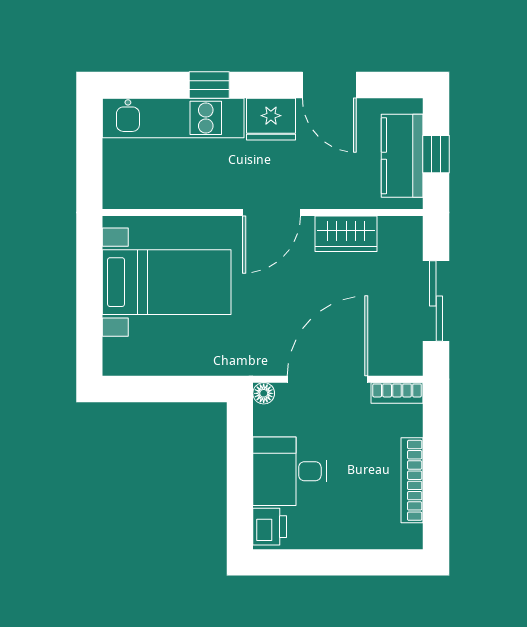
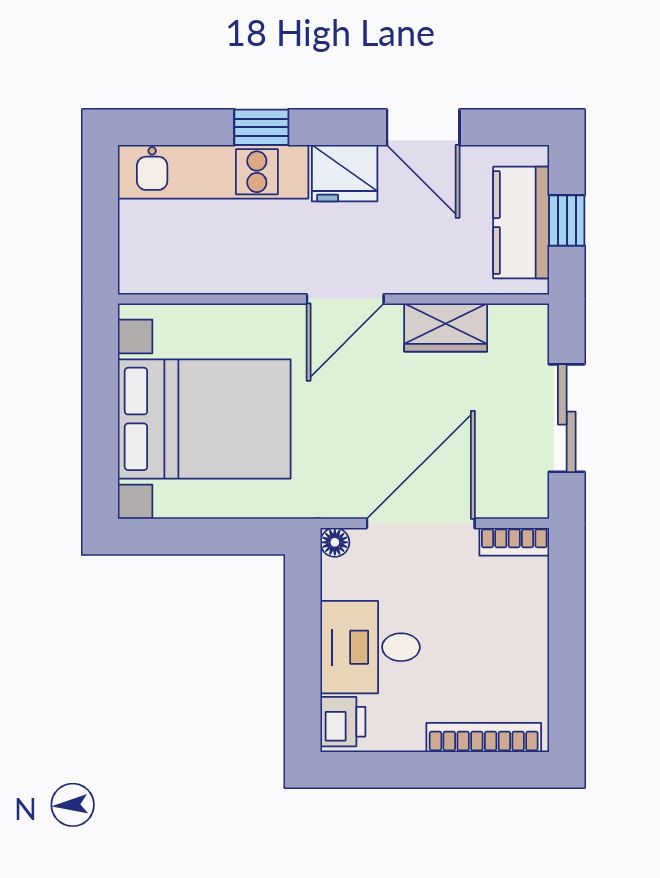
bed with nightstands: (167, 282) -> (204, 419), width x1.36
bookcase: (412, 480) -> (484, 738), moved, turned 90

